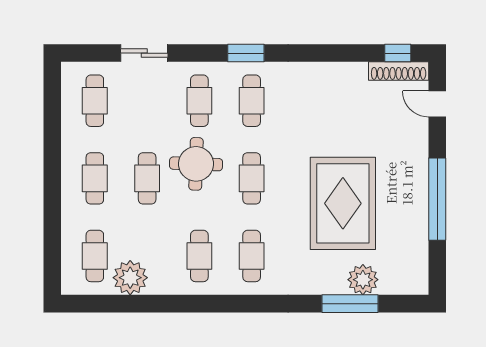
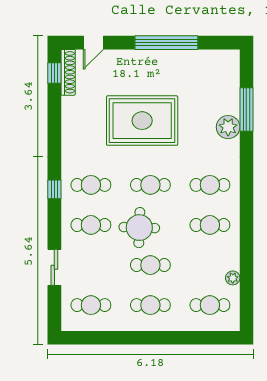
window: (246, 53) -> (54, 189), width x0.67
rug: (343, 203) -> (142, 121), moved
plant: (130, 278) -> (233, 278), width x0.53, depth x0.53
plant: (363, 280) -> (228, 127), moved

